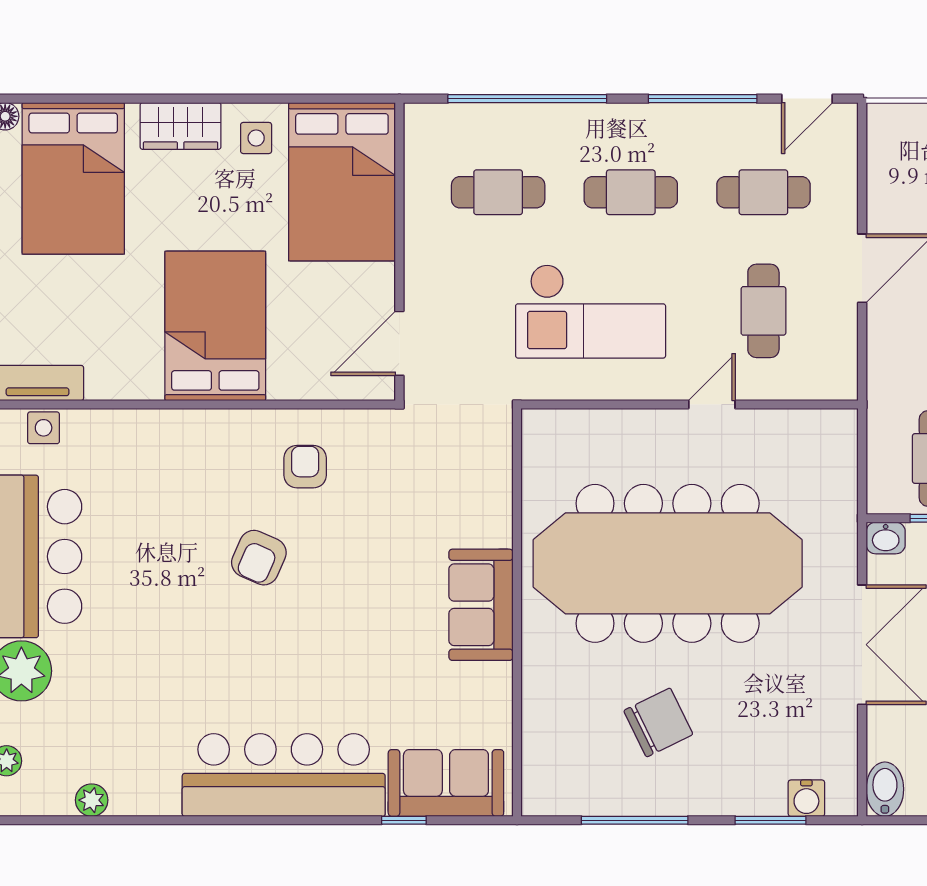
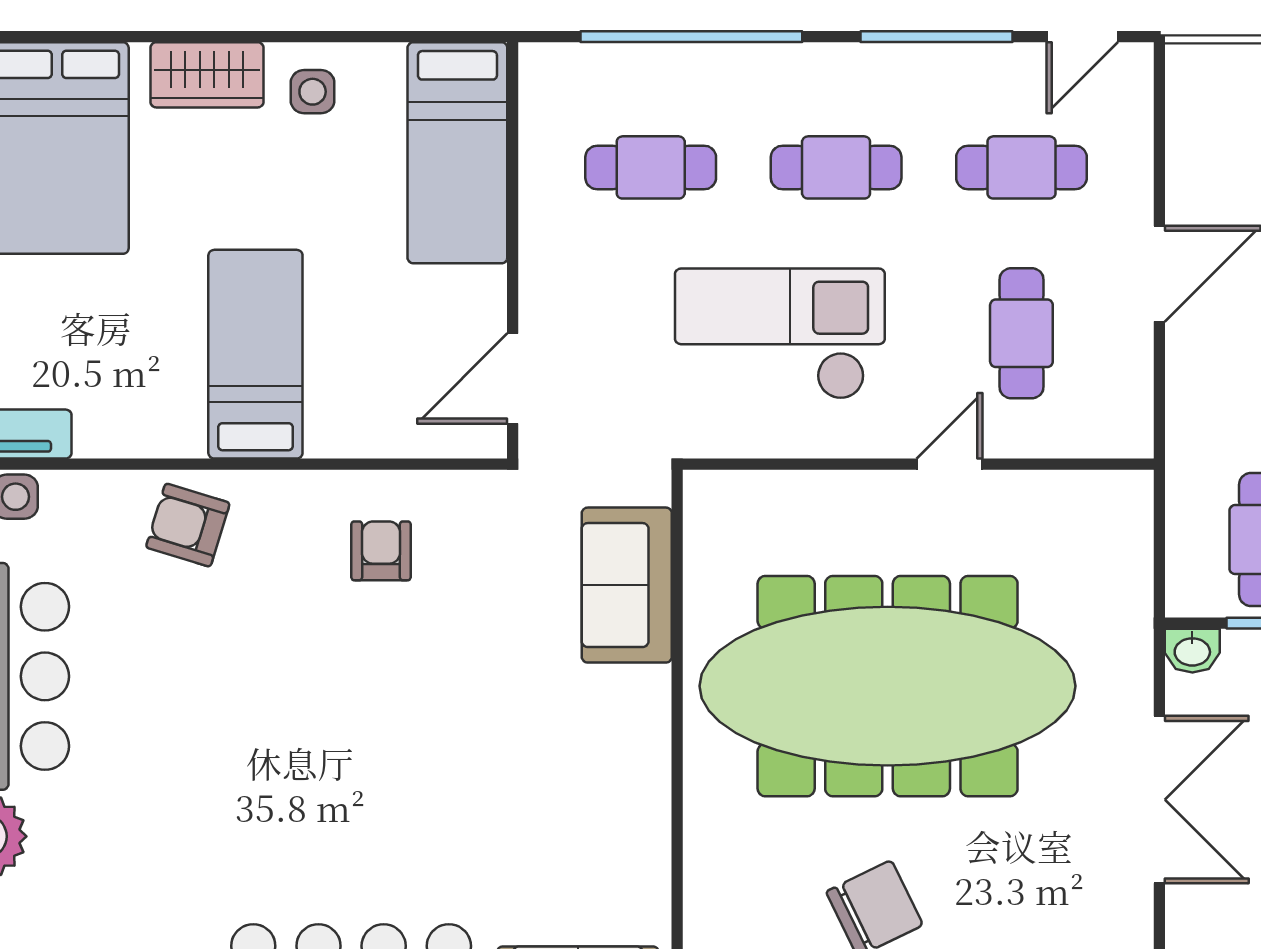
bed: (342, 182) -> (457, 153), width x0.67
checkout: (591, 311) -> (780, 334), turned 180
bed: (215, 326) -> (255, 354), width x0.67
armchair: (259, 558) -> (188, 525), moved, turned 83
sofa: (481, 605) -> (627, 585), moved

